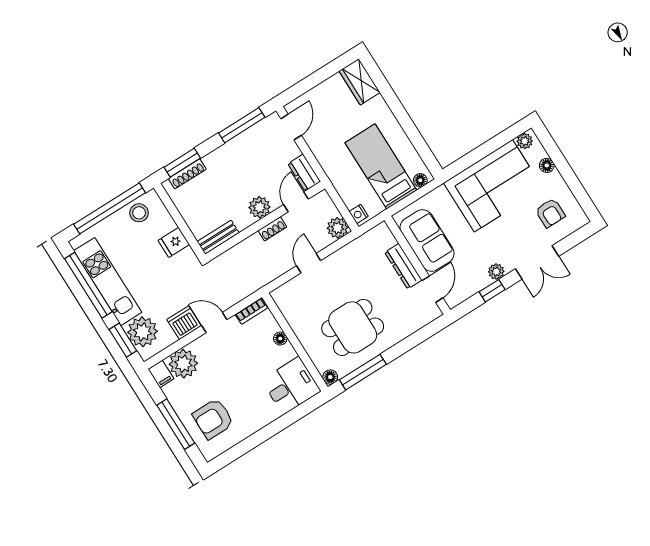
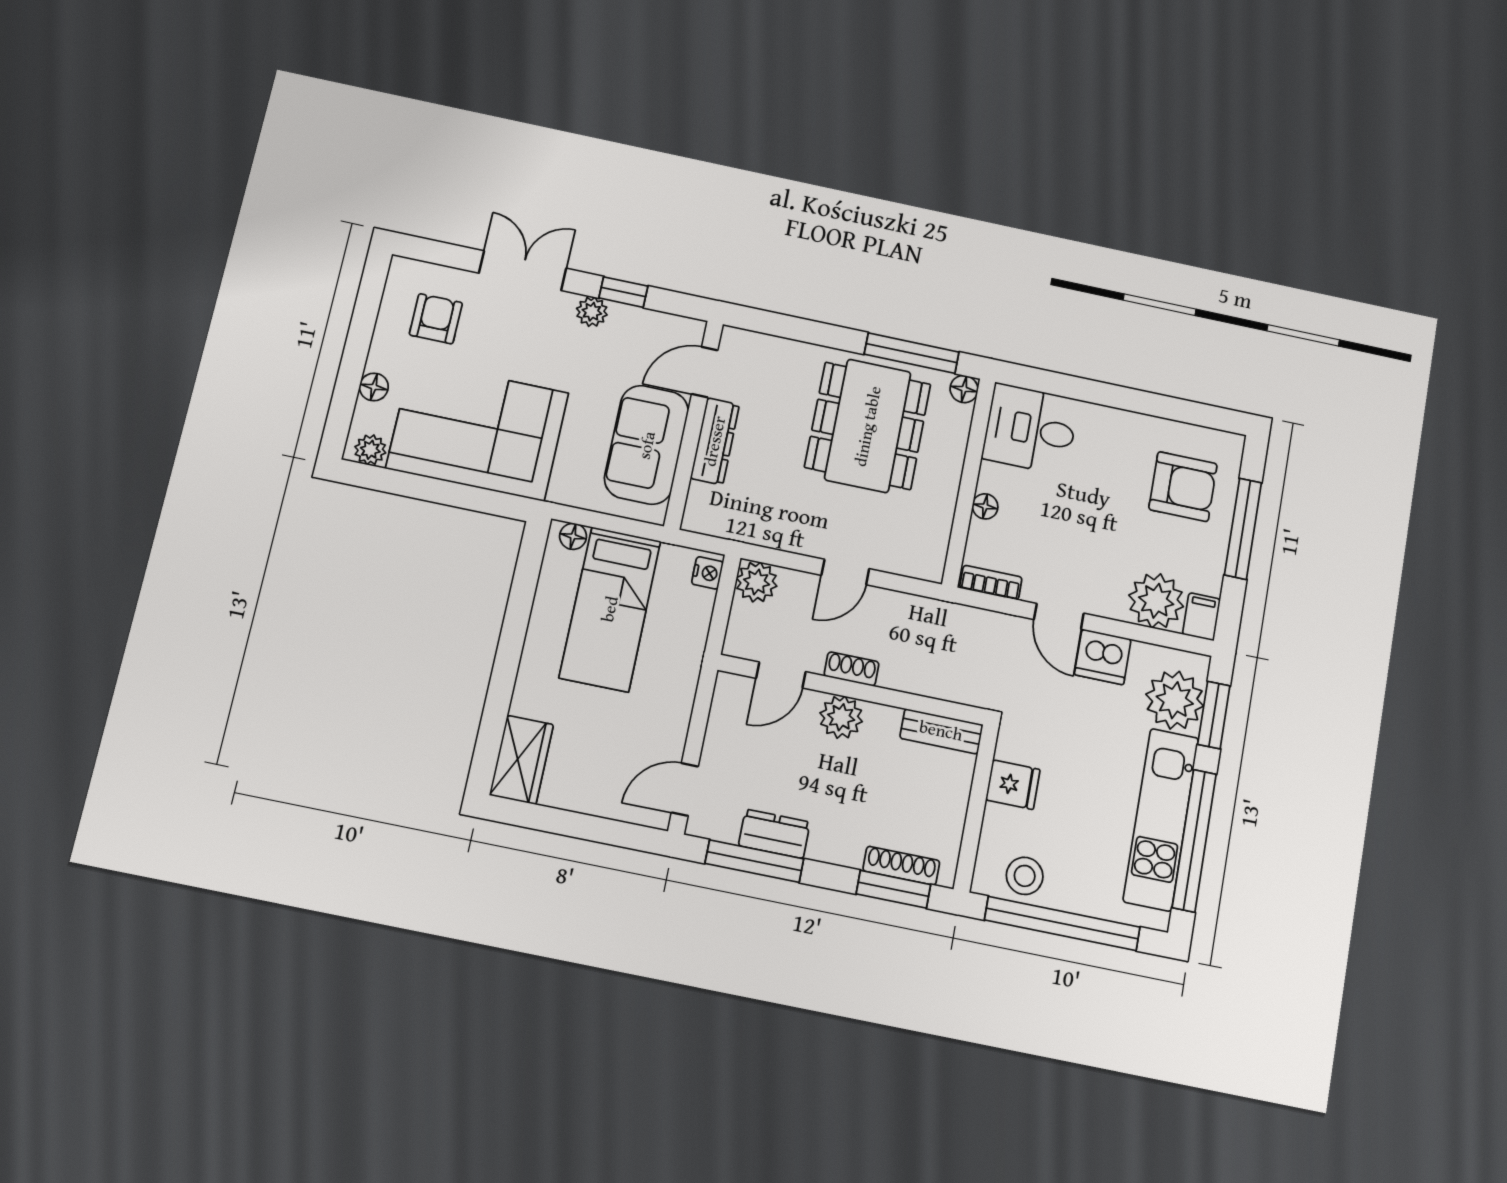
dresser: (304, 173) -> (774, 834), moved, turned -90
dining table: (353, 327) -> (868, 426), width x1.38

